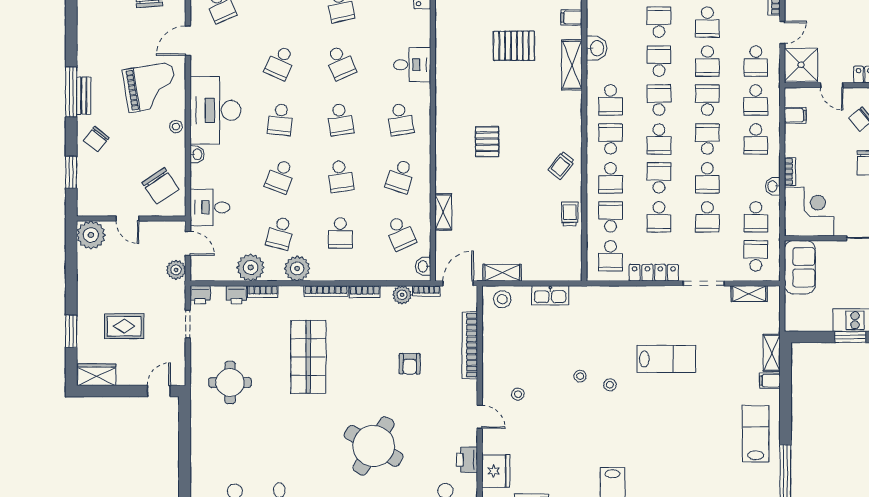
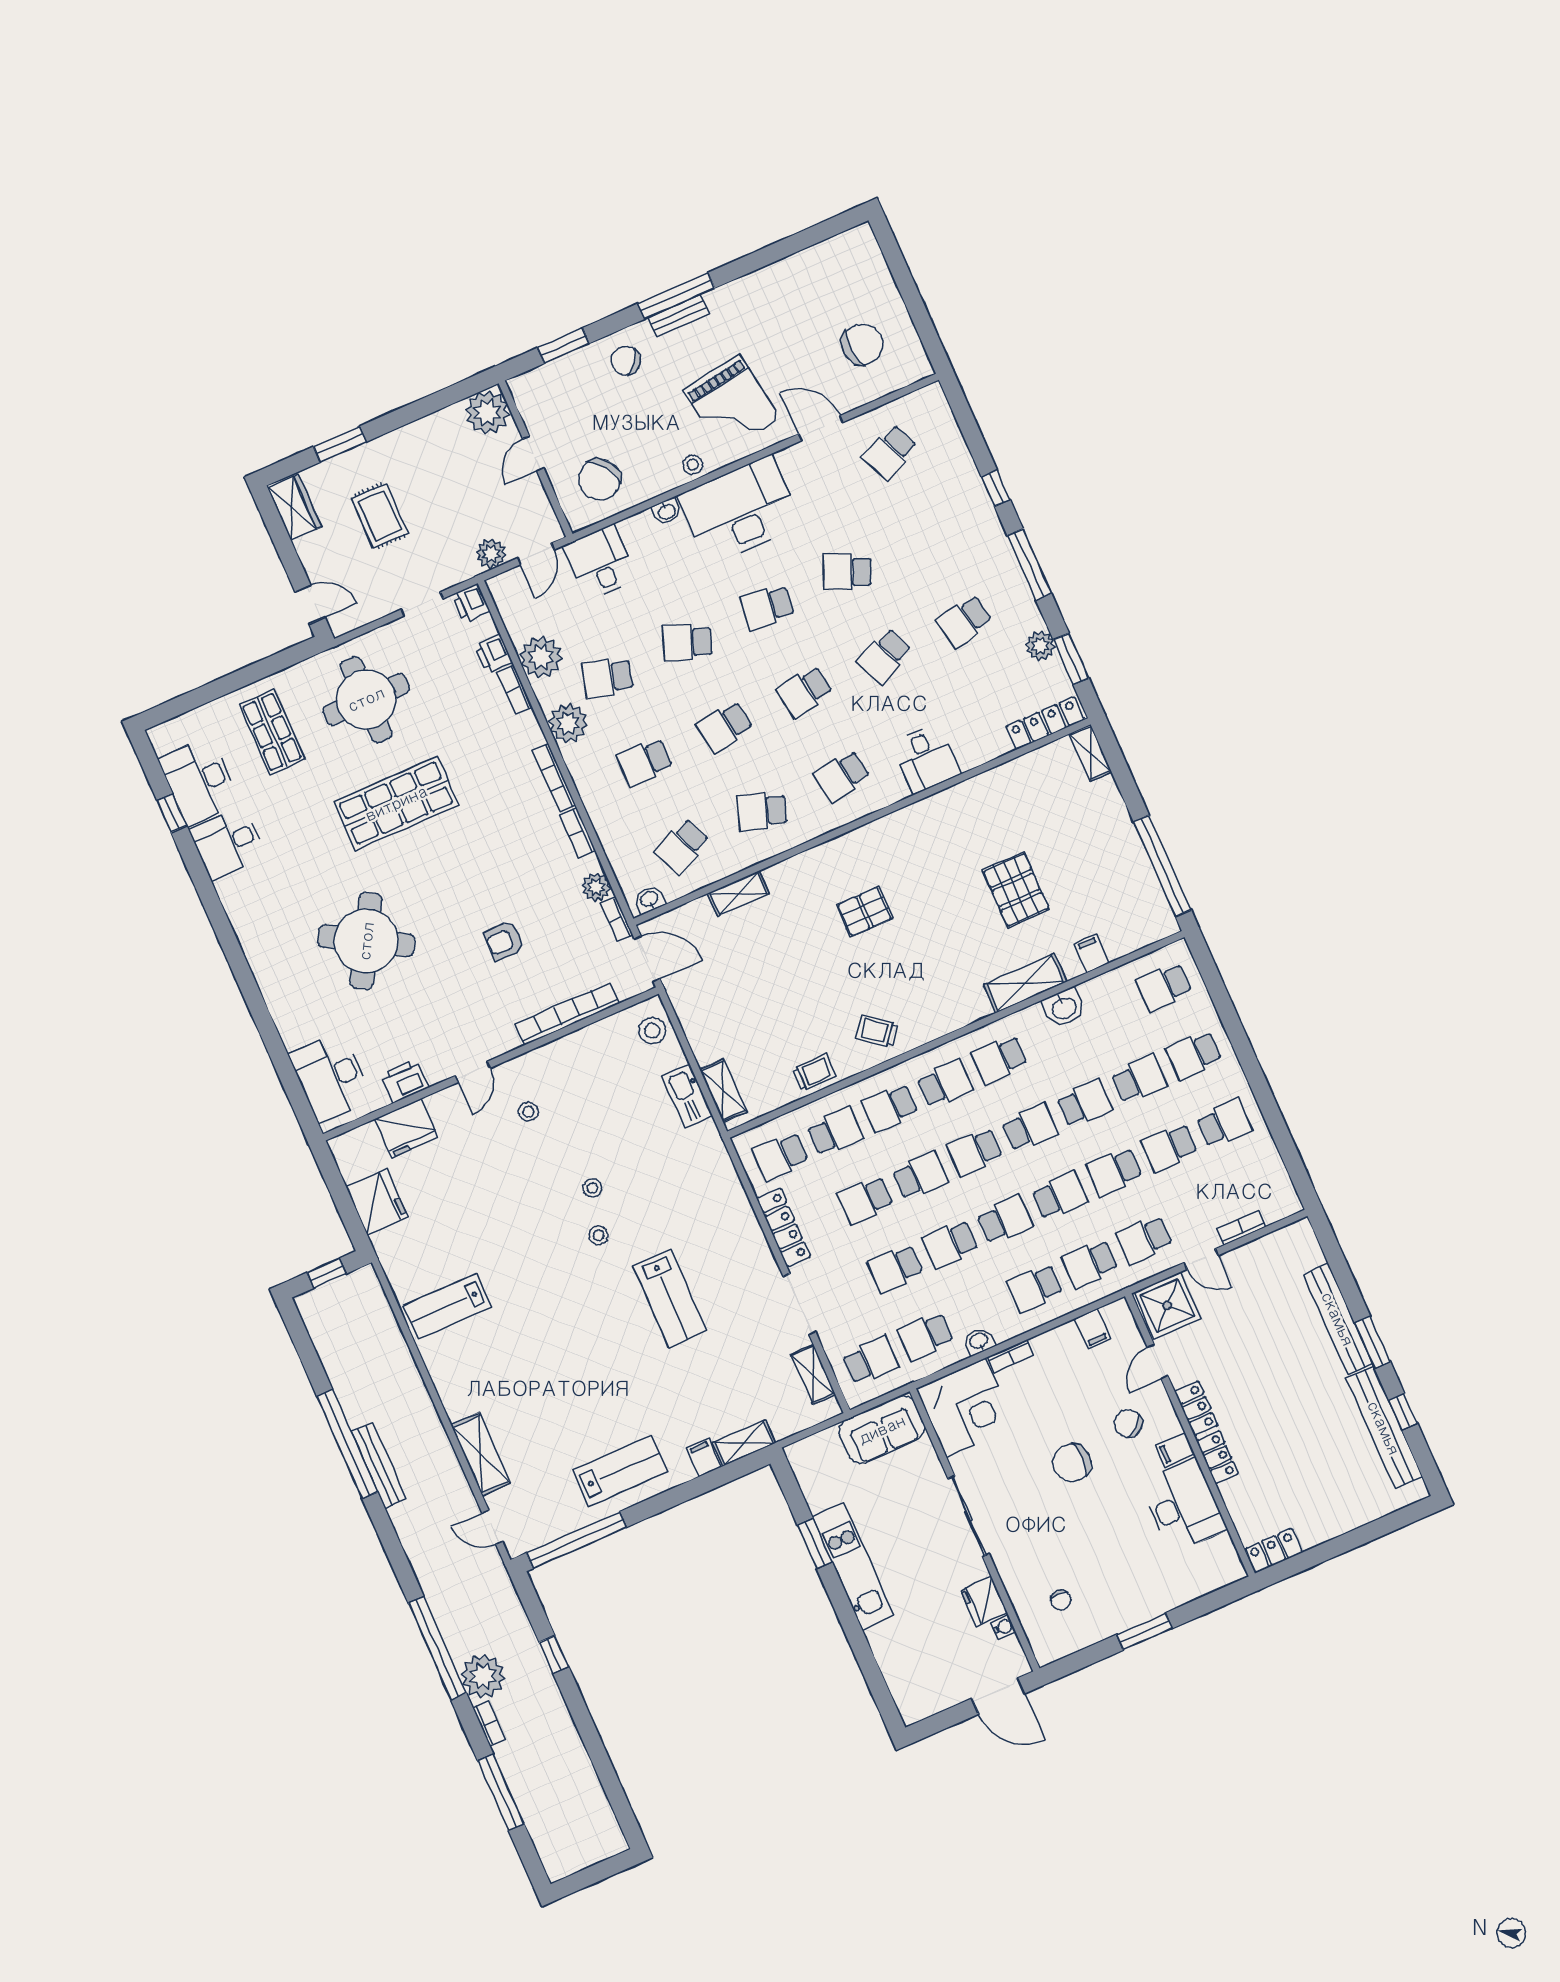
shelving: (502, 273) -> (723, 1090), moved
shop shelf: (308, 357) -> (396, 803), moved
round table: (230, 382) -> (366, 699), width x1.36, depth x1.36
shop shelf: (225, 447) -> (272, 732), added

